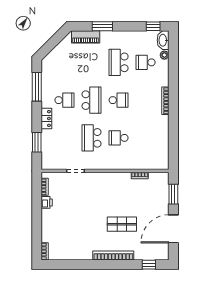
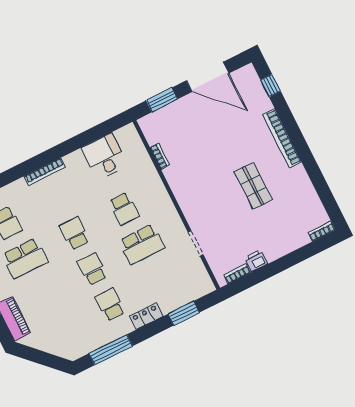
school desk: (91, 100) -> (92, 269), width x0.54
desk: (156, 142) -> (105, 157), added
shop shelf: (122, 224) -> (253, 186), moved

